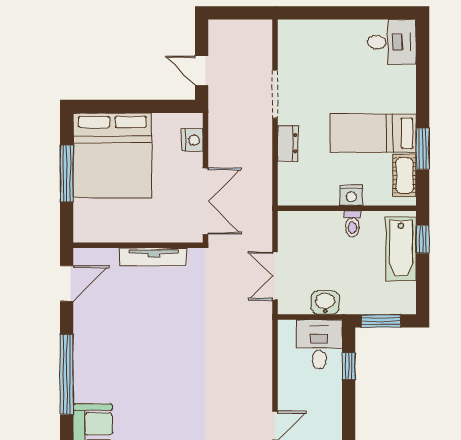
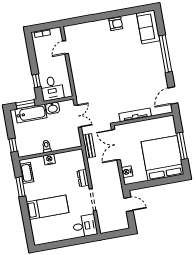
desk: (392, 42) -> (85, 226), moved, turned 180
bed: (373, 133) -> (48, 207), moved
bench: (263, 209) -> (89, 146), added
bathtub: (401, 249) -> (31, 113), moved, turned 90

